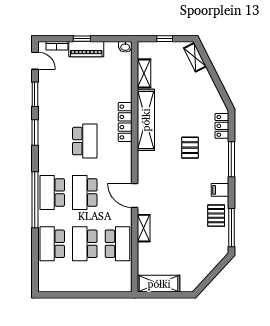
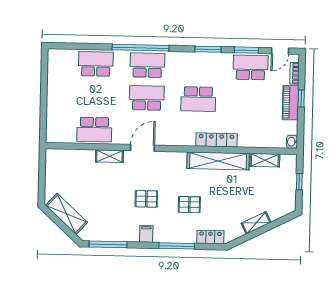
shelving: (195, 57) -> (256, 223), moved
pallet: (216, 216) -> (146, 199), moved
school desk: (85, 244) -> (251, 67), moved
shelving: (159, 284) -> (66, 214), moved, turned -47

